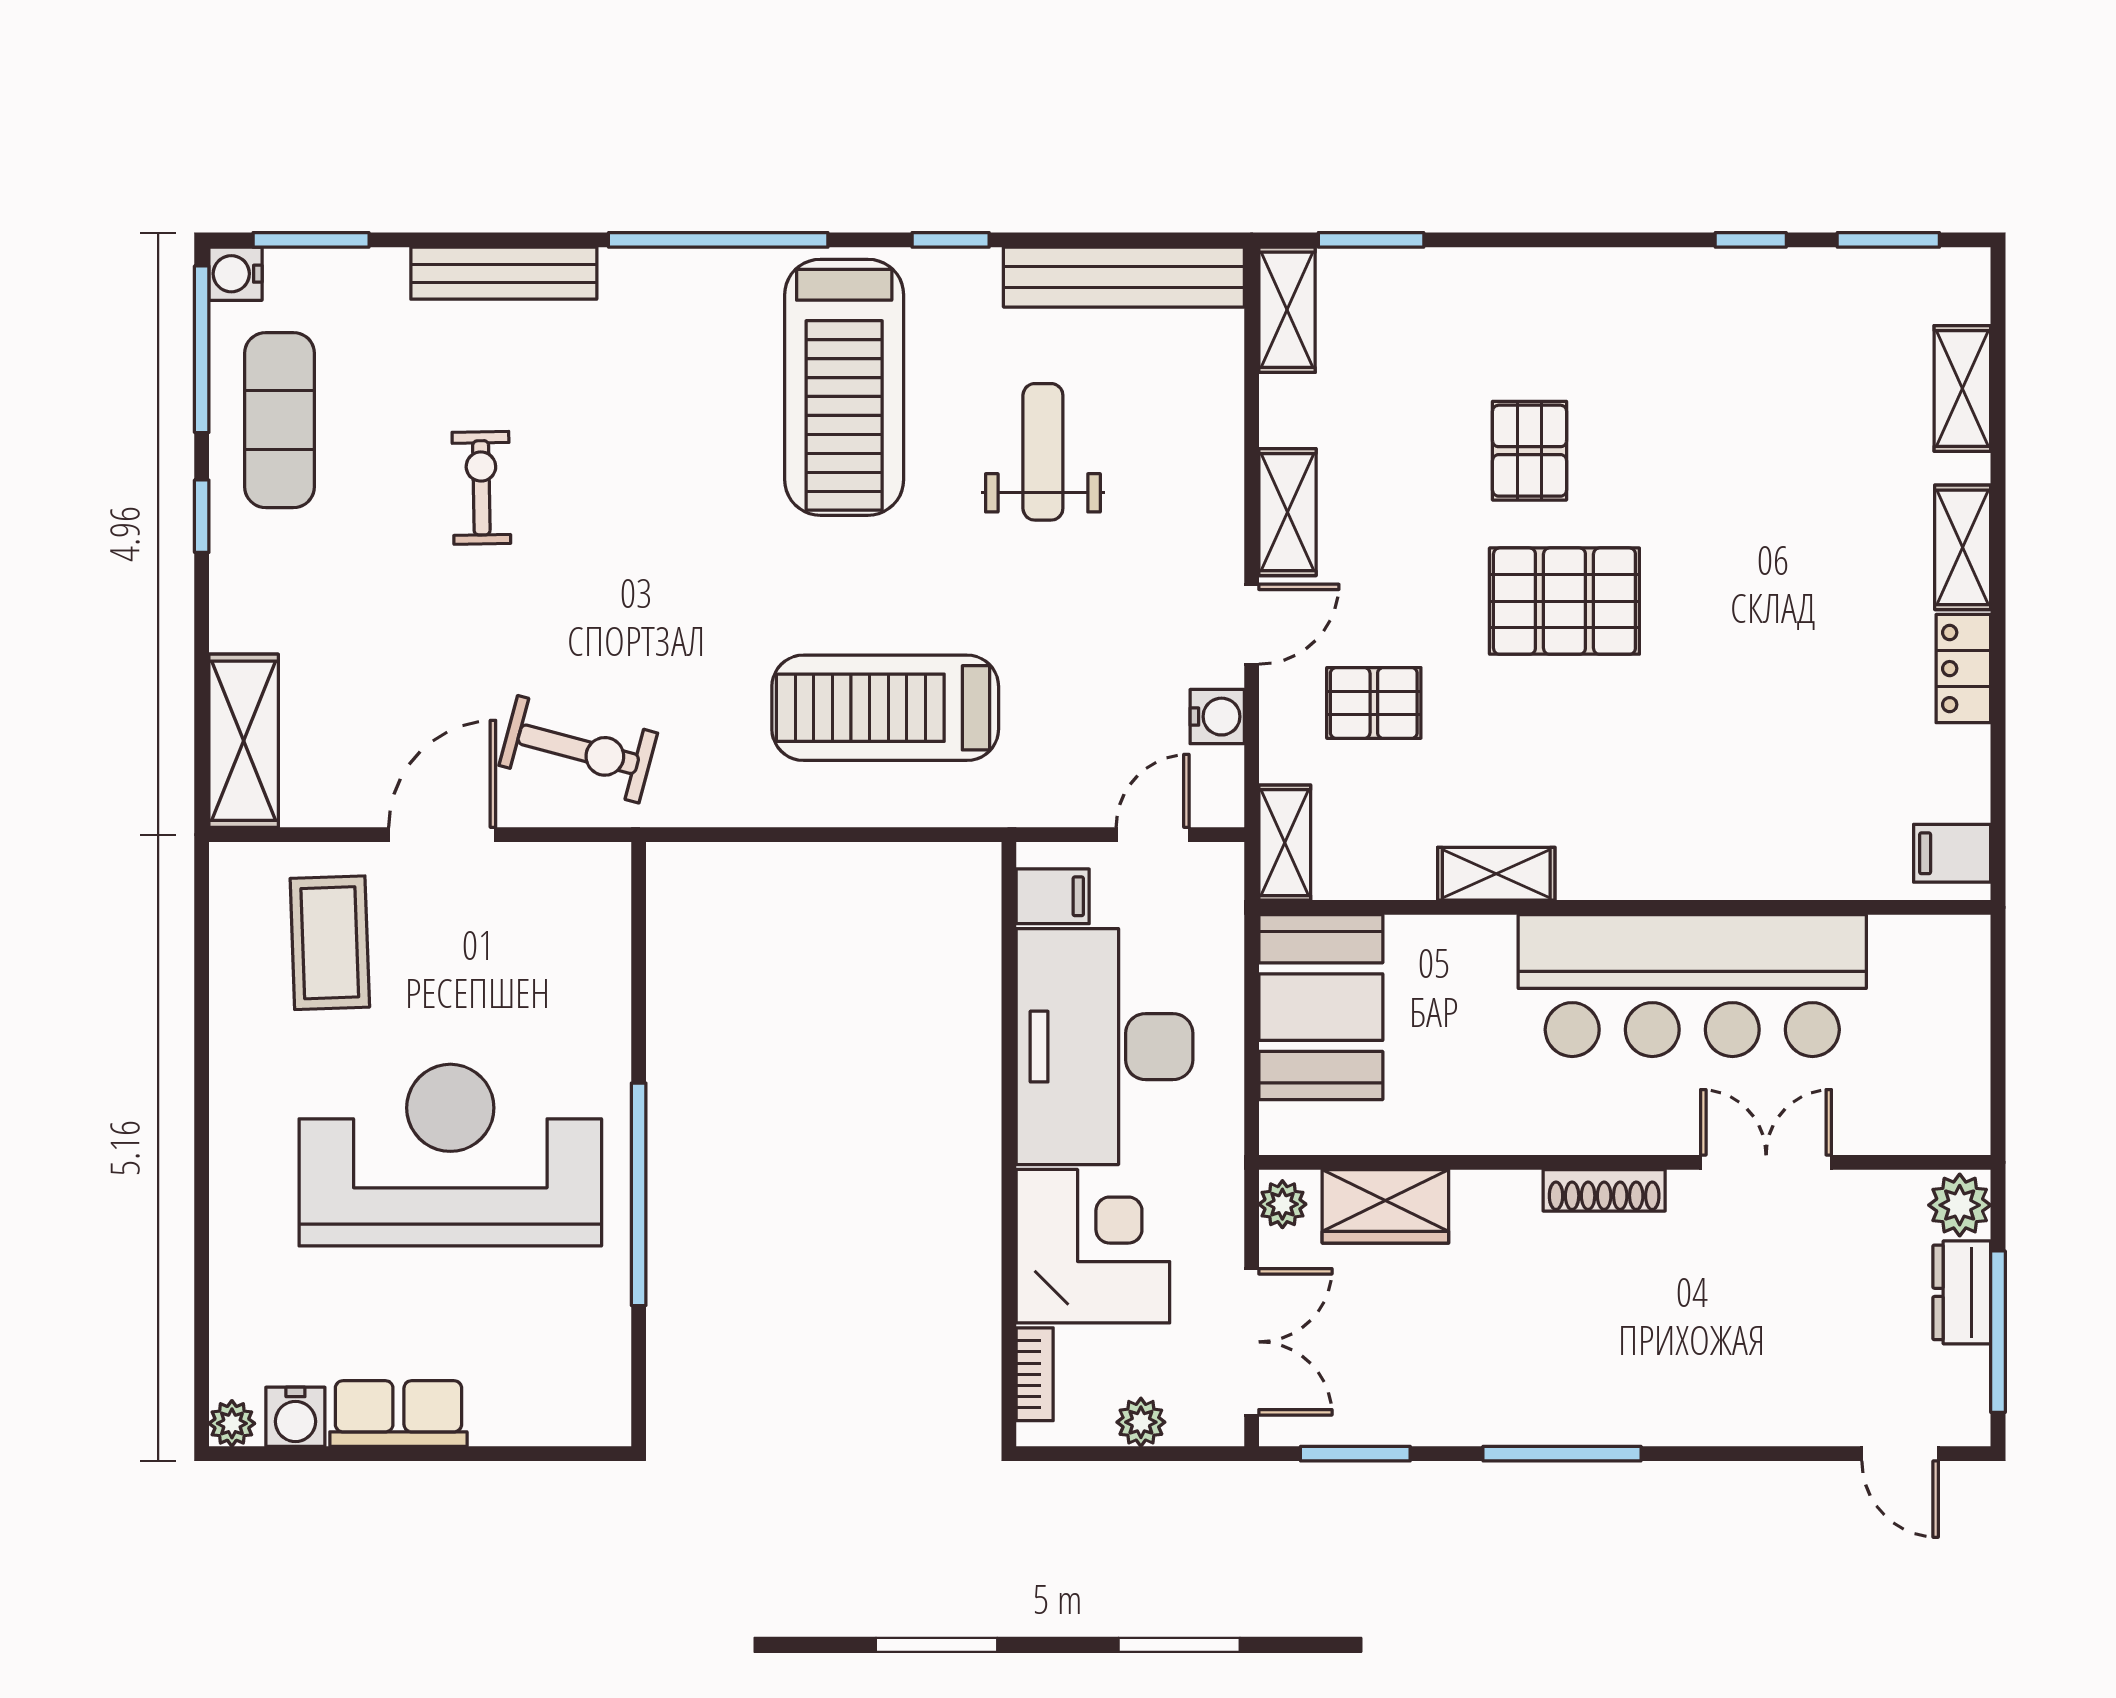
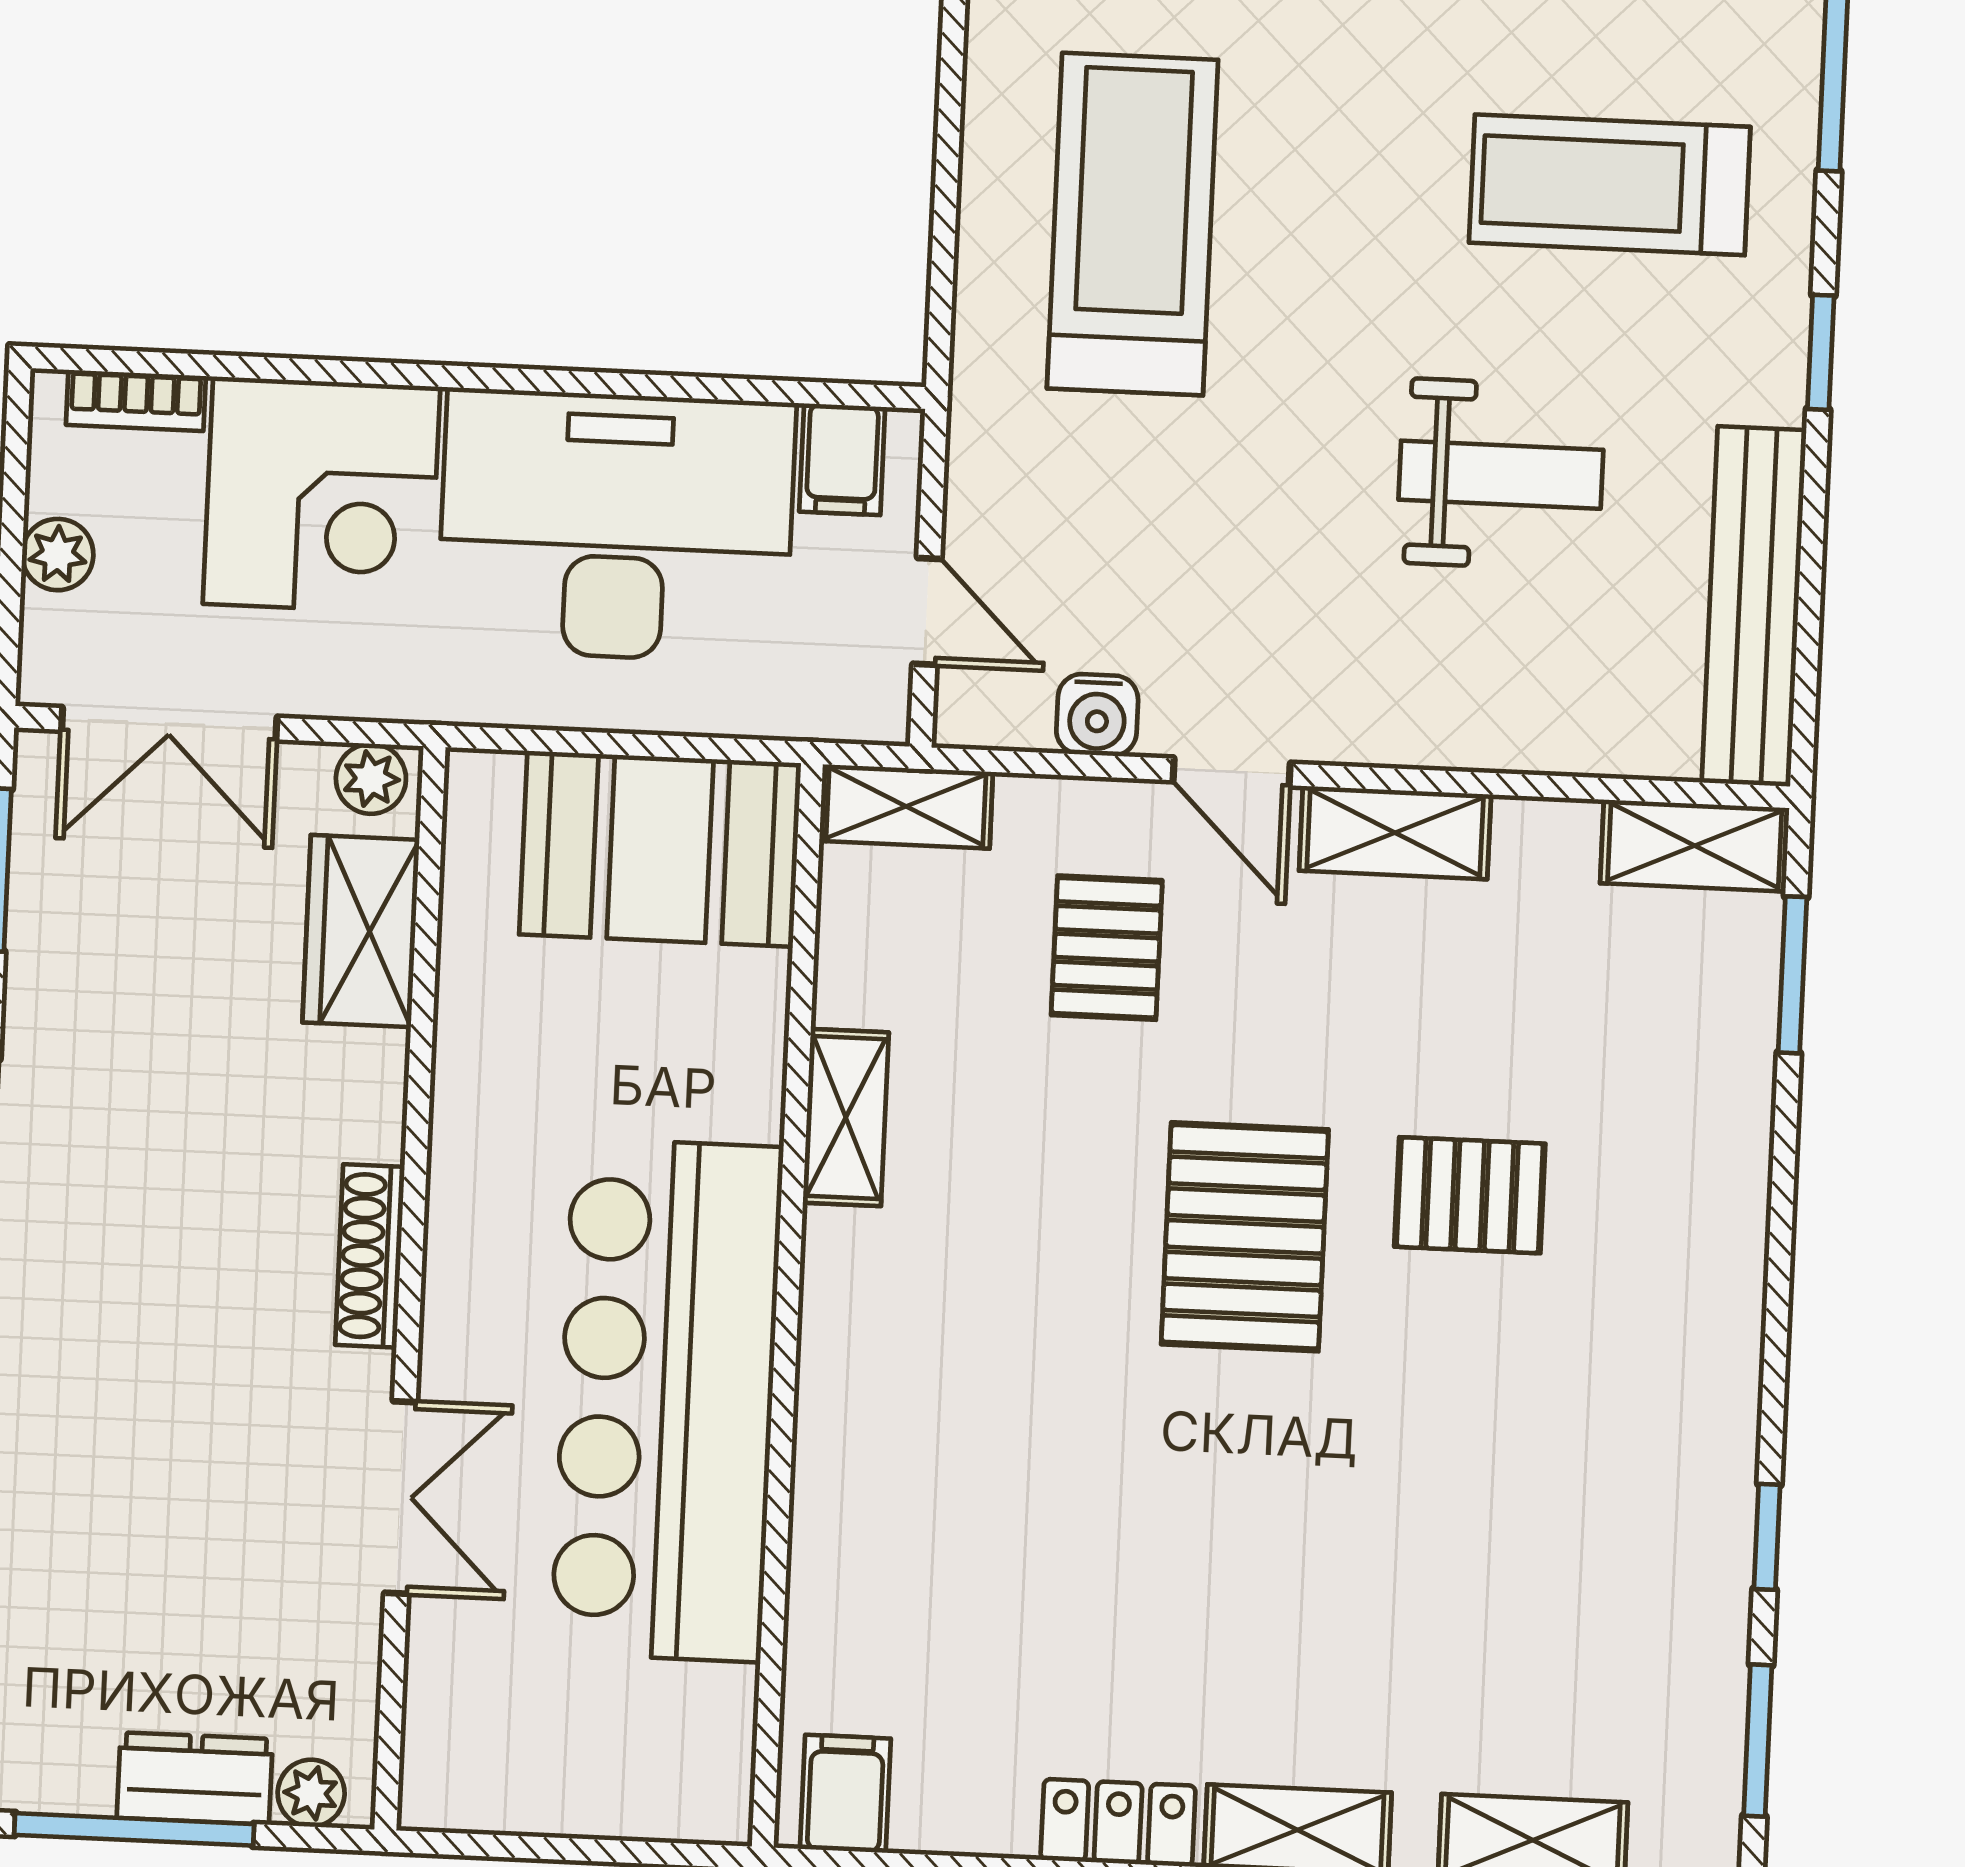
treadmill: (844, 387) -> (1610, 185), width x0.73, depth x0.73
plant: (1960, 1205) -> (311, 1793), width x0.73, depth x0.73

